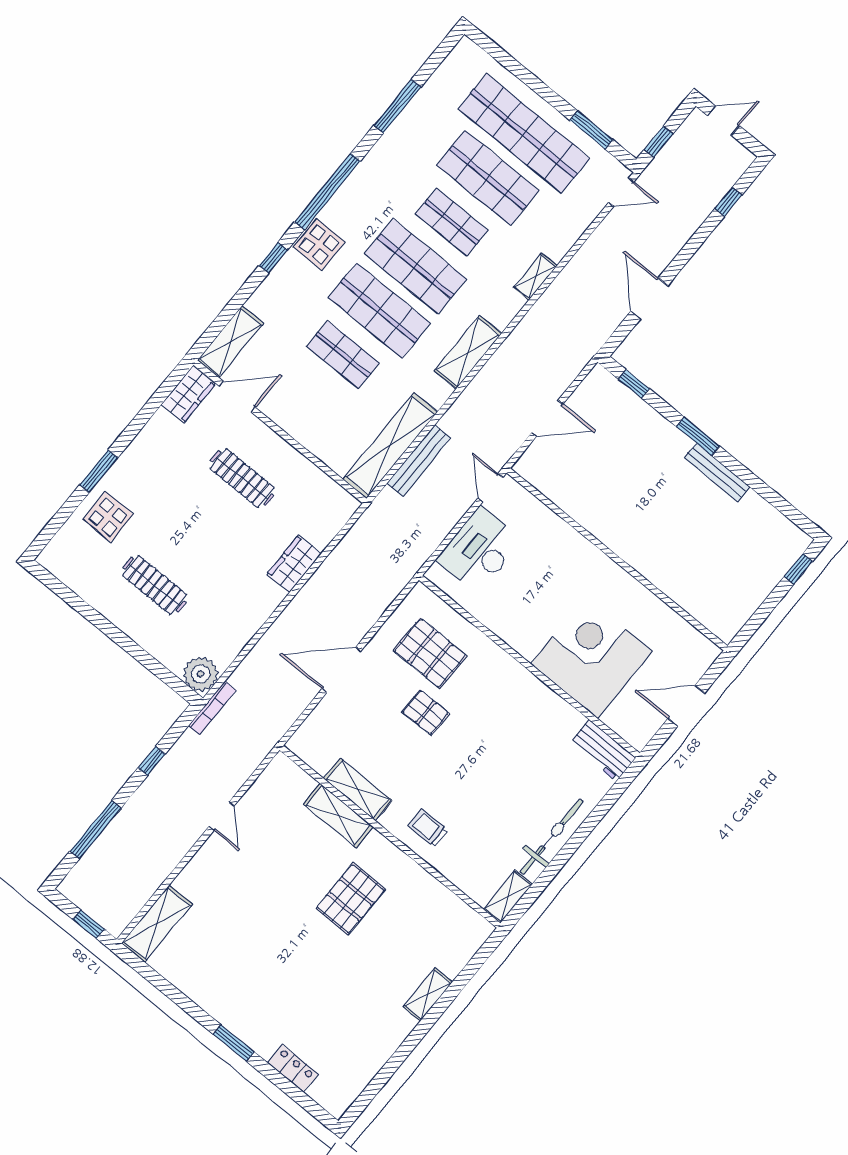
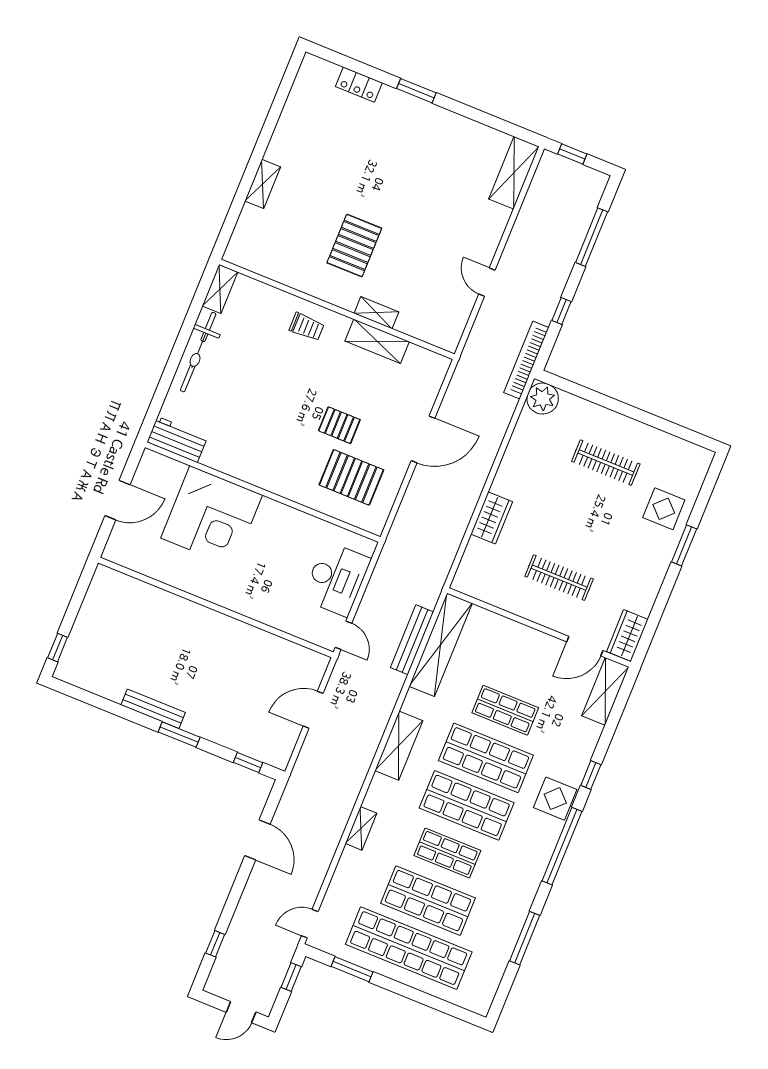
bookcase: (212, 708) -> (526, 360), width x1.48, depth x1.31
shelving: (338, 816) -> (376, 313), width x0.67, depth x0.75

